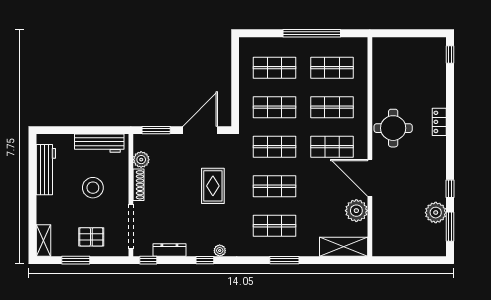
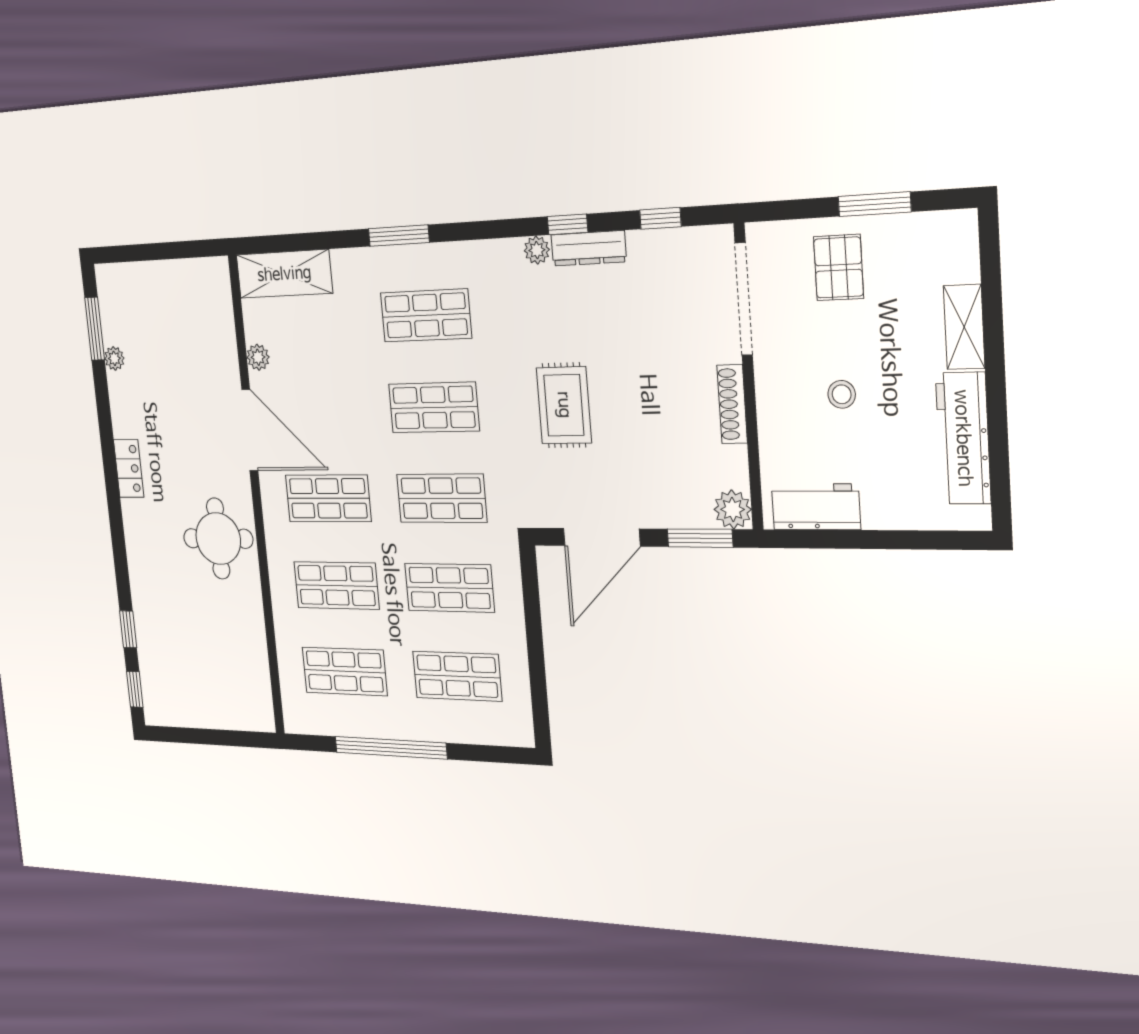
locker: (439, 122) -> (129, 468), moved
workbench: (99, 143) -> (816, 507), width x0.73
plant: (141, 160) -> (733, 509), moved
stool: (93, 188) -> (842, 394), width x0.53, depth x0.53
window: (450, 189) -> (128, 629), moved
plant: (356, 211) -> (258, 357), width x0.53, depth x0.53
plant: (436, 213) -> (114, 358), width x0.53, depth x0.53
pallet: (91, 237) -> (839, 268), turned 90
shelving: (43, 240) -> (964, 327), moved
dresser: (169, 250) -> (589, 248), moved
window: (148, 260) -> (660, 218), moved

